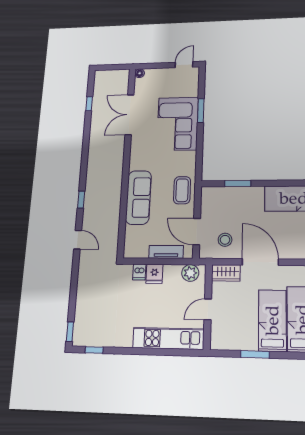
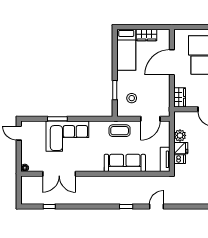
stool: (225, 240) -> (132, 98), moved
tv unit: (166, 252) -> (165, 159), moved
door: (260, 262) -> (172, 62), moved
plant: (190, 273) -> (180, 135), moved

